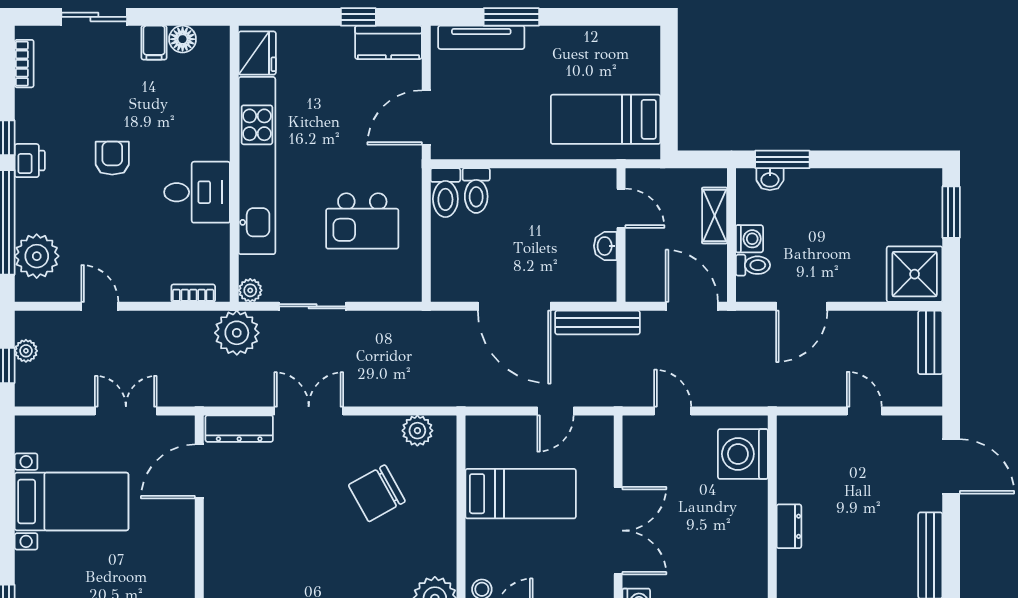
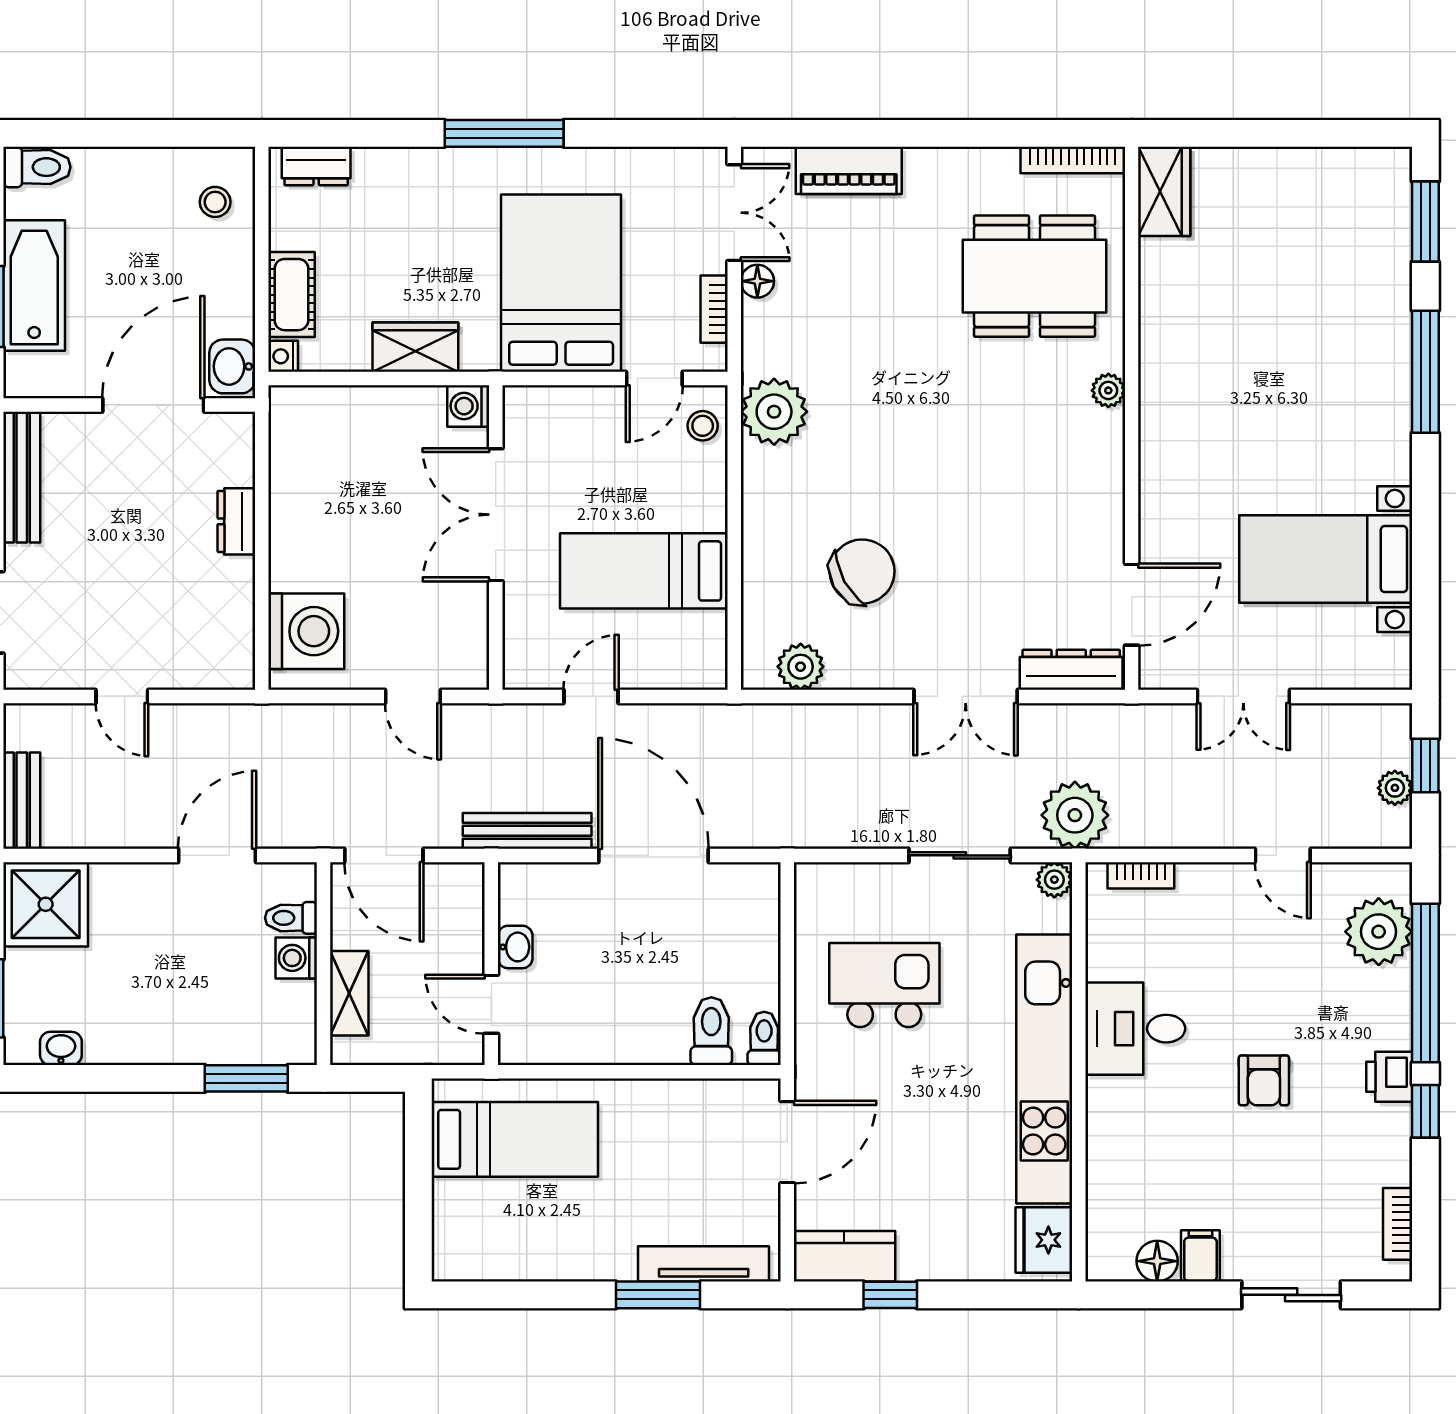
washbasin: (770, 179) -> (61, 1048), moved
toilet: (445, 193) -> (764, 1038), width x0.73, depth x0.72

